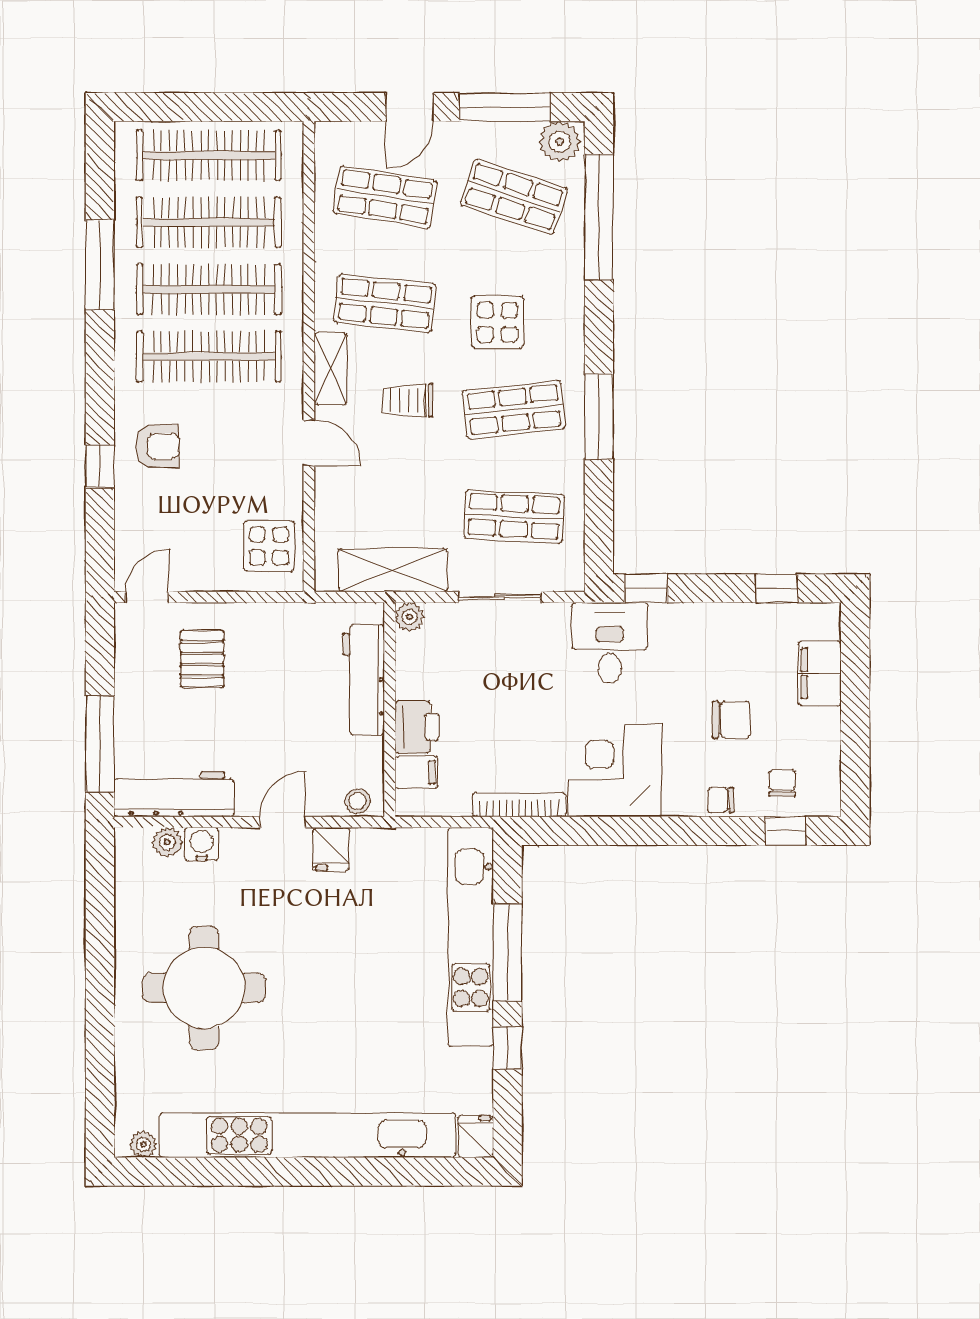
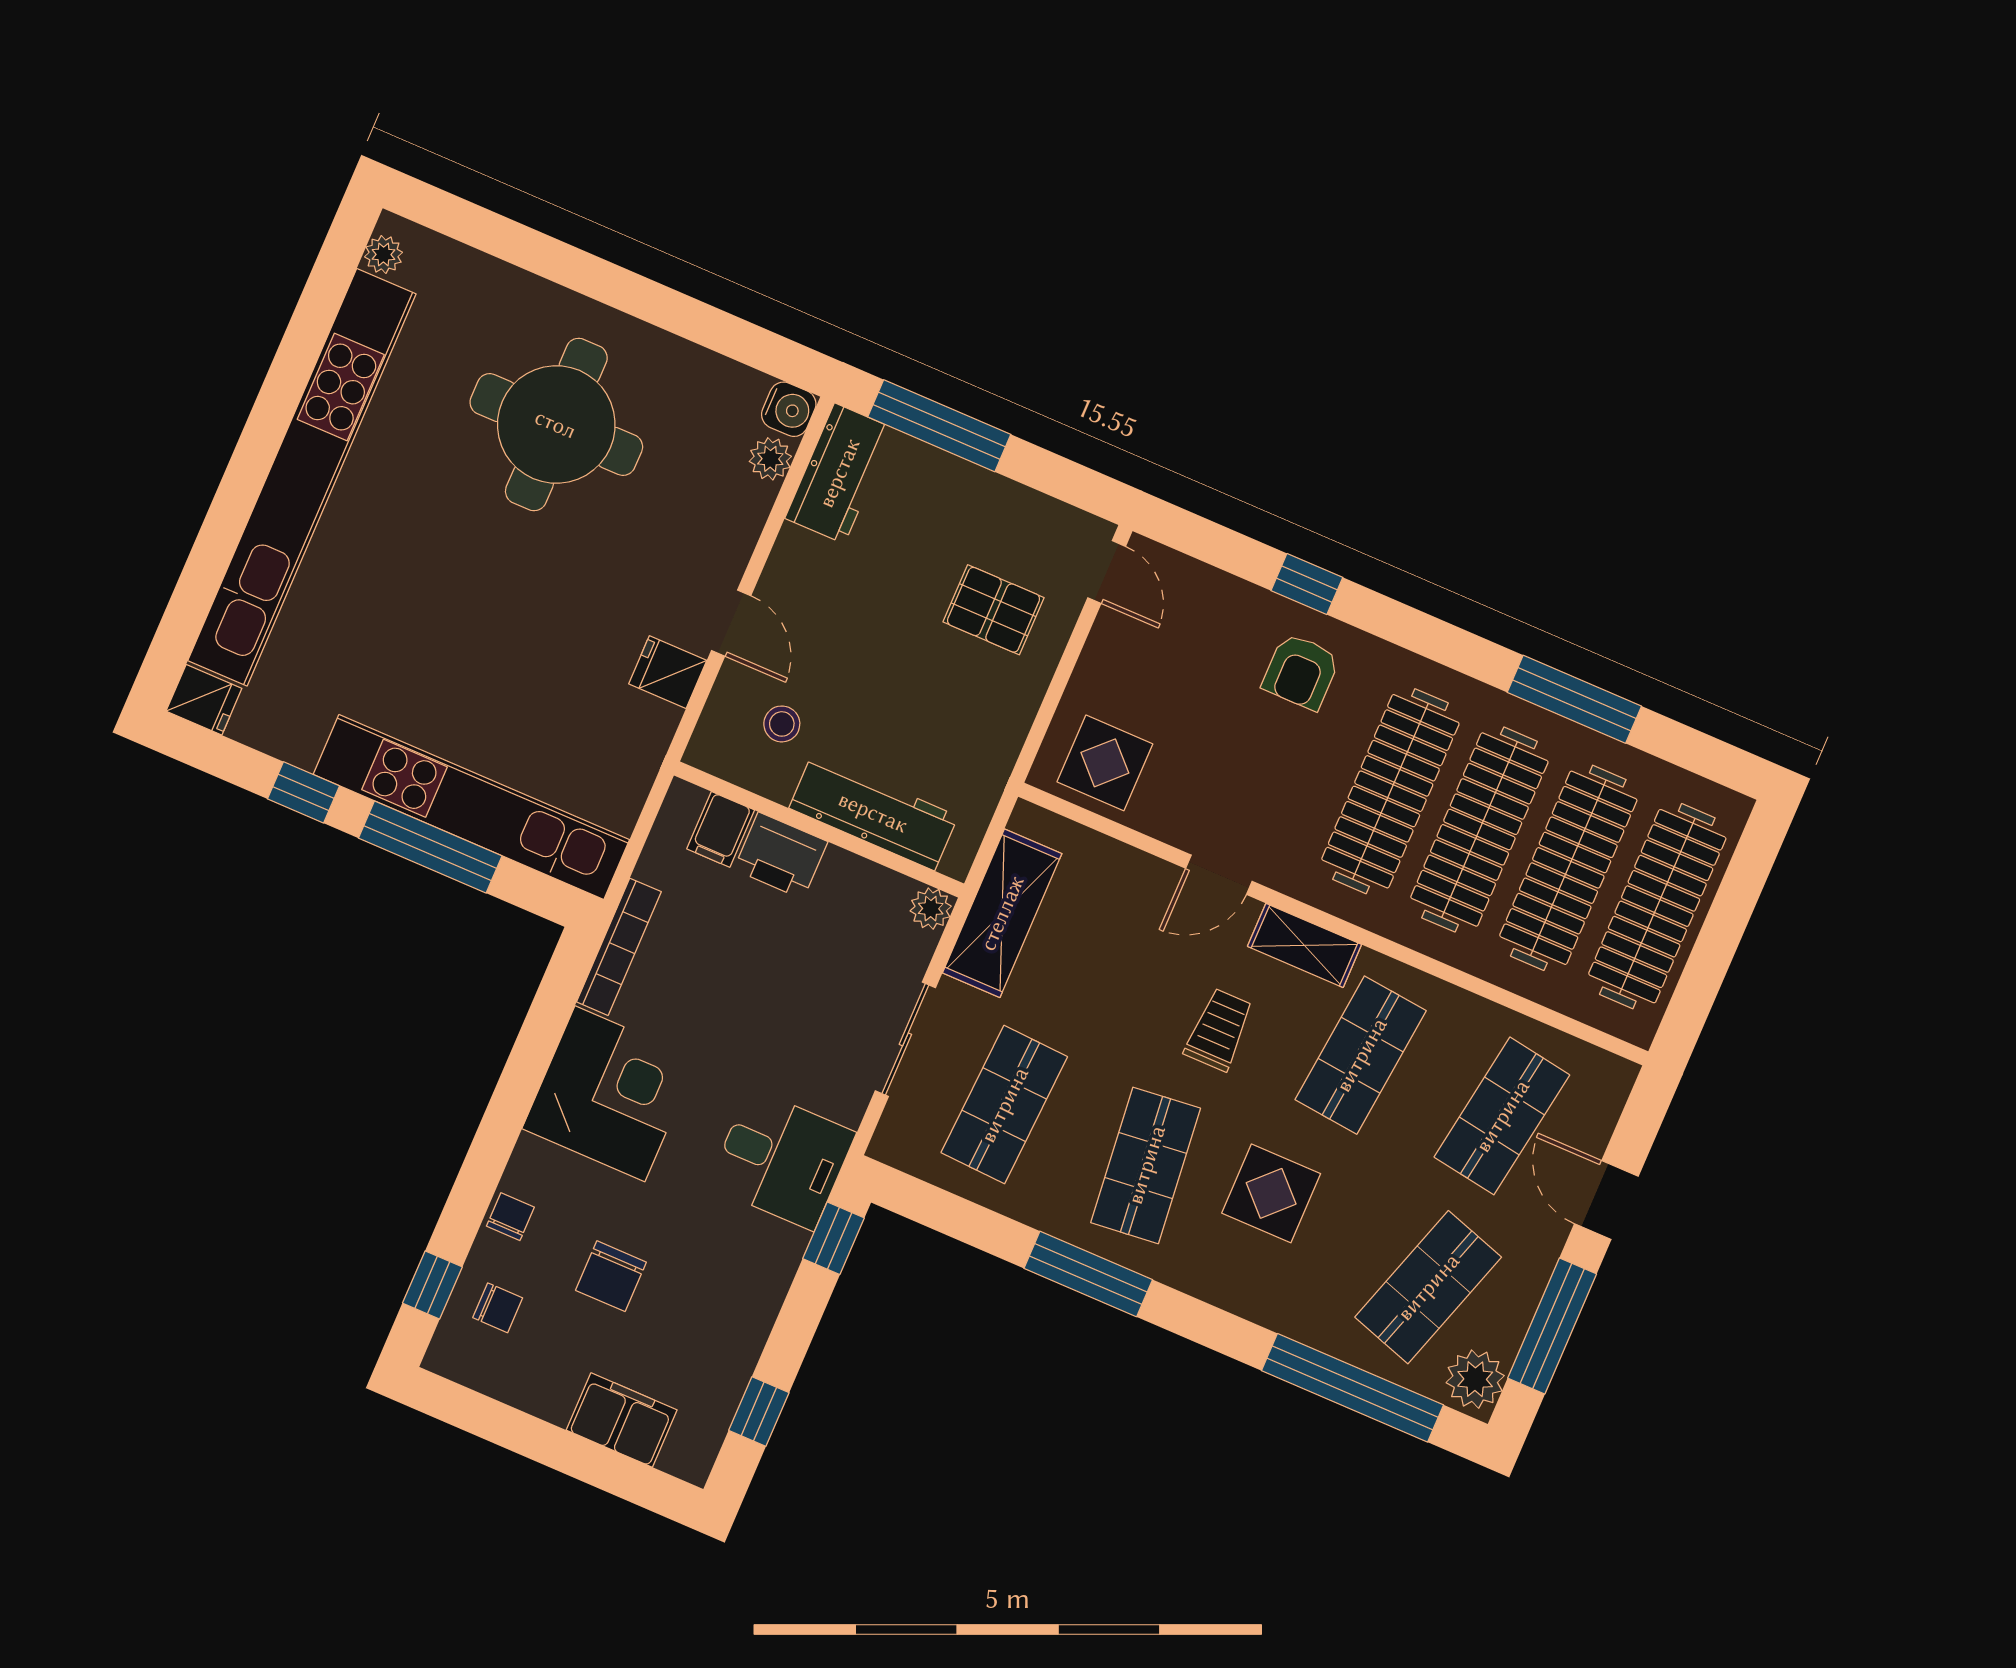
workbench: (174, 794) -> (839, 473), width x0.73
stool: (358, 801) -> (782, 724), moved
water cooler: (202, 844) -> (789, 409), moved

